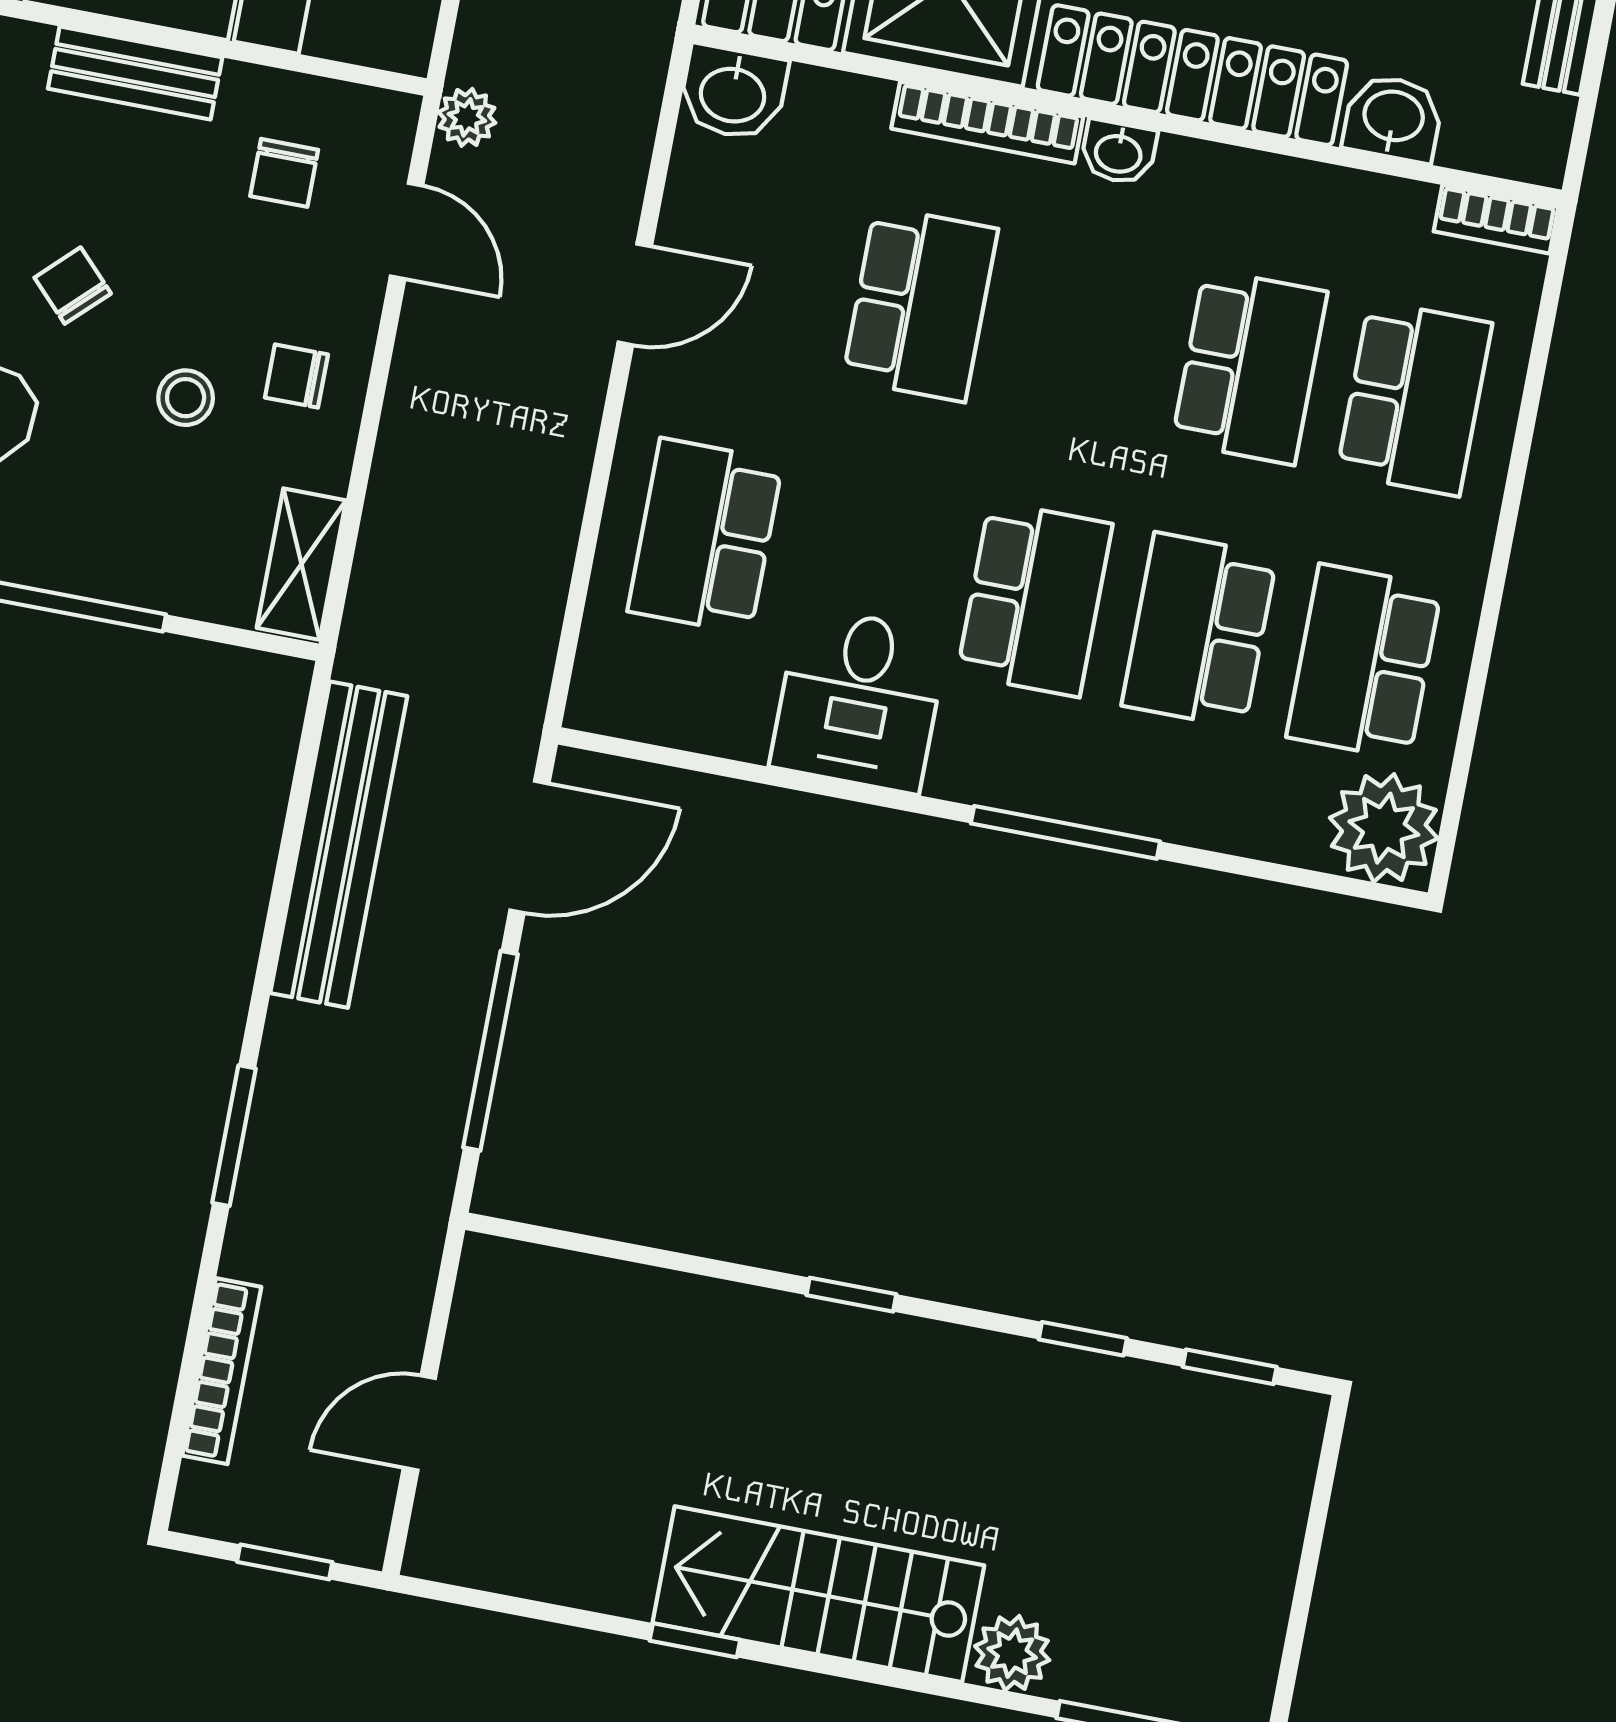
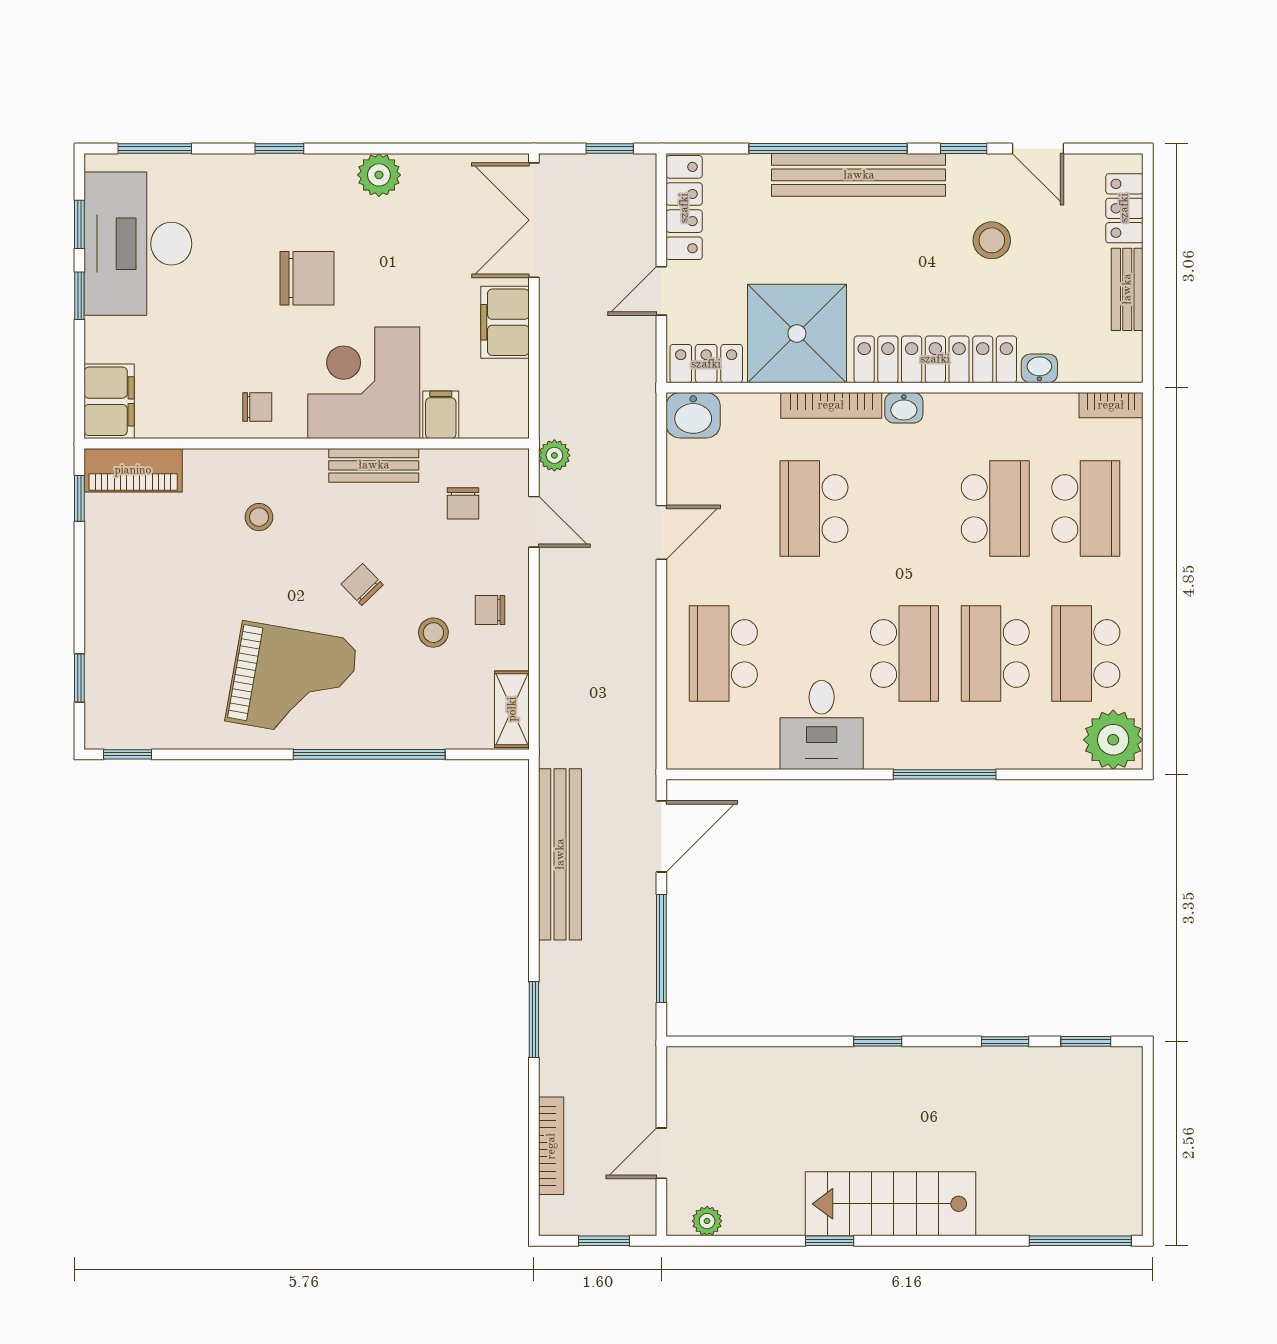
washbasin: (1393, 118) -> (1039, 368), width x0.72, depth x0.69
school desk: (920, 304) -> (814, 508), turned 180
plant: (1012, 1653) -> (707, 1221), moved, width x0.73, depth x0.73

